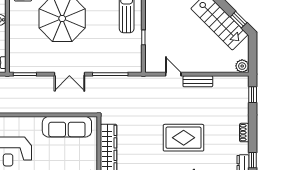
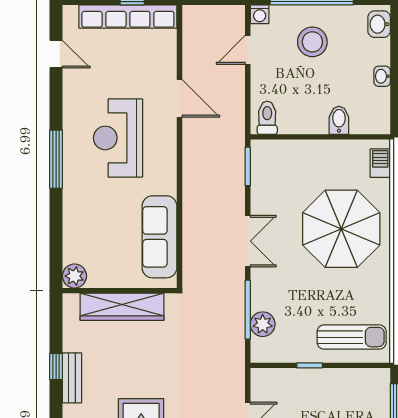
plant: (119, 65) -> (263, 324), added
double door: (69, 74) -> (248, 241), swing flipped

